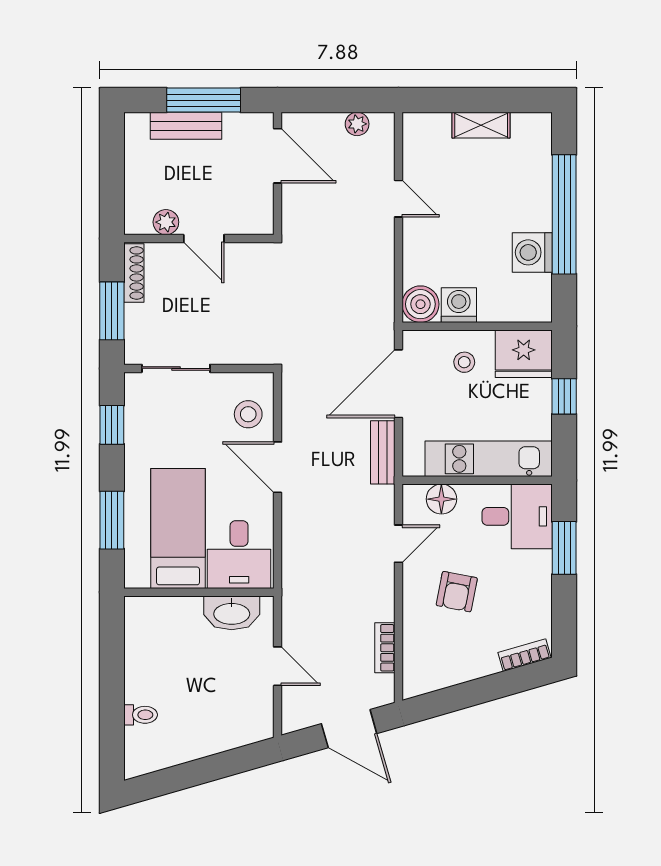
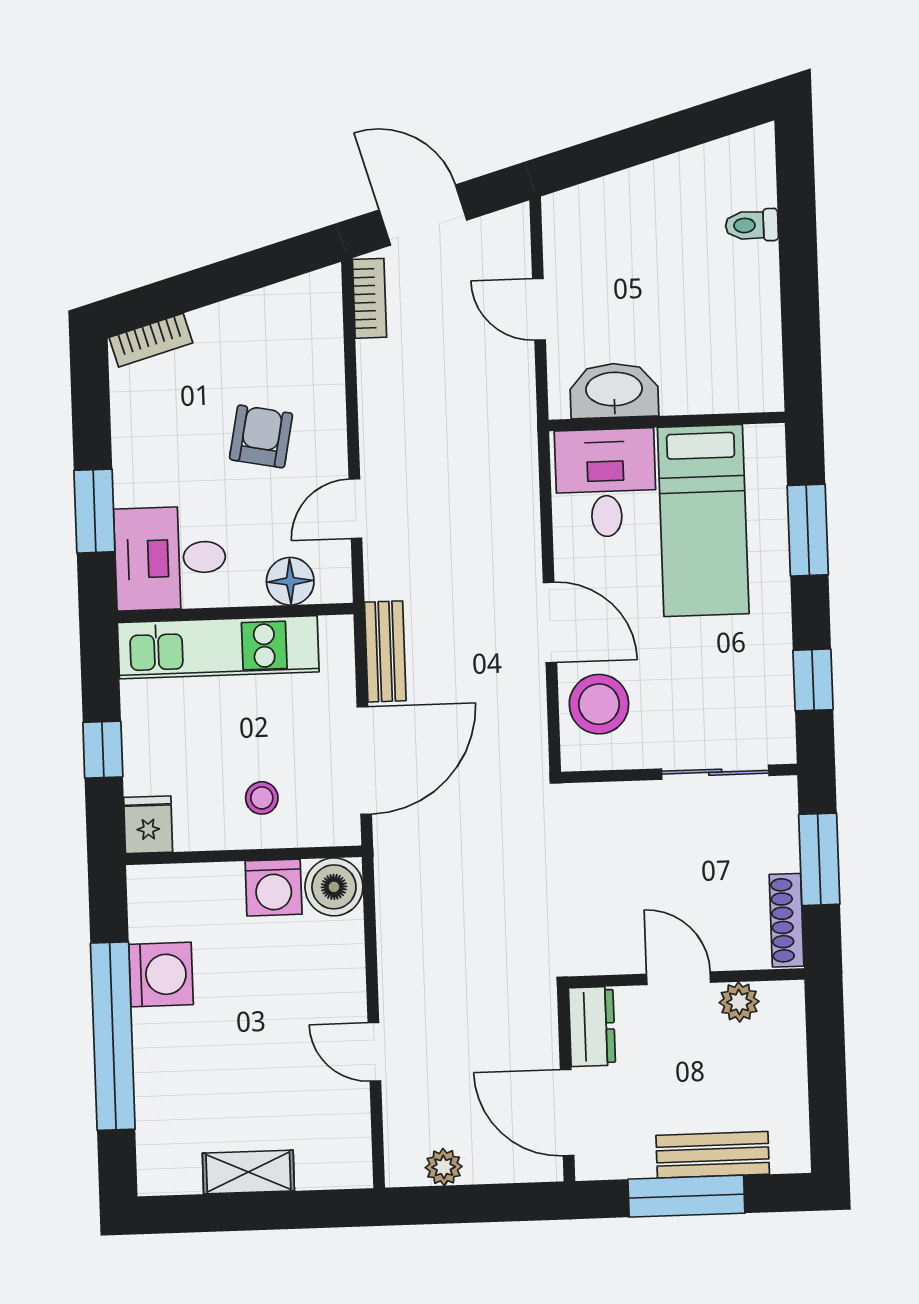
dresser: (260, 210) -> (592, 1027), added
fridge: (524, 354) -> (148, 825), width x0.53, depth x0.75
stool: (248, 414) -> (599, 704), width x1.38, depth x1.38
bookcase: (385, 648) -> (370, 298), moved

